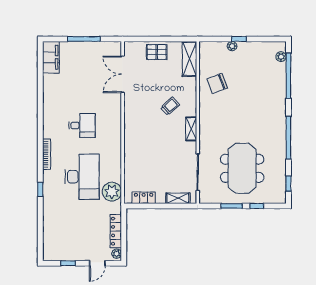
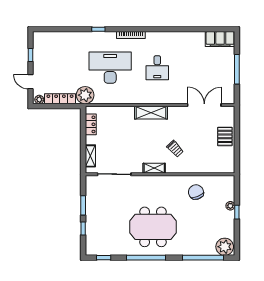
plant: (281, 57) -> (225, 247), width x1.88, depth x1.88
shelving: (189, 59) -> (151, 113), moved
meeting table: (242, 168) -> (153, 227), moved
desk: (82, 177) -> (110, 68), turned 180
plant: (112, 192) -> (85, 95), moved

